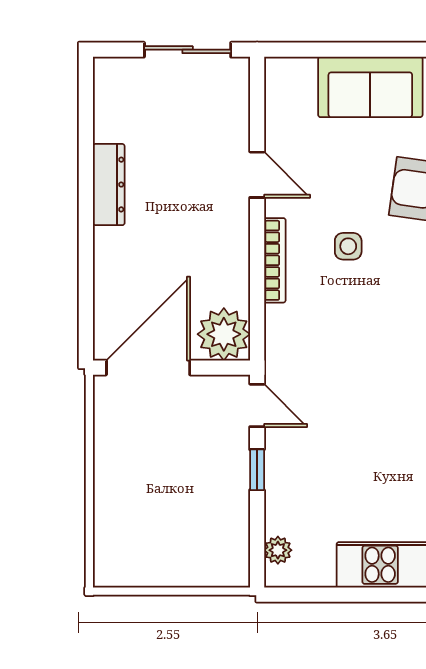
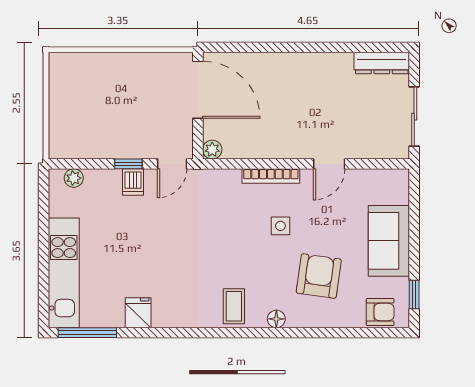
dresser: (109, 185) -> (382, 63), moved
plant: (224, 334) -> (212, 150), width x0.53, depth x0.53
dishwasher: (284, 463) -> (133, 182), added

